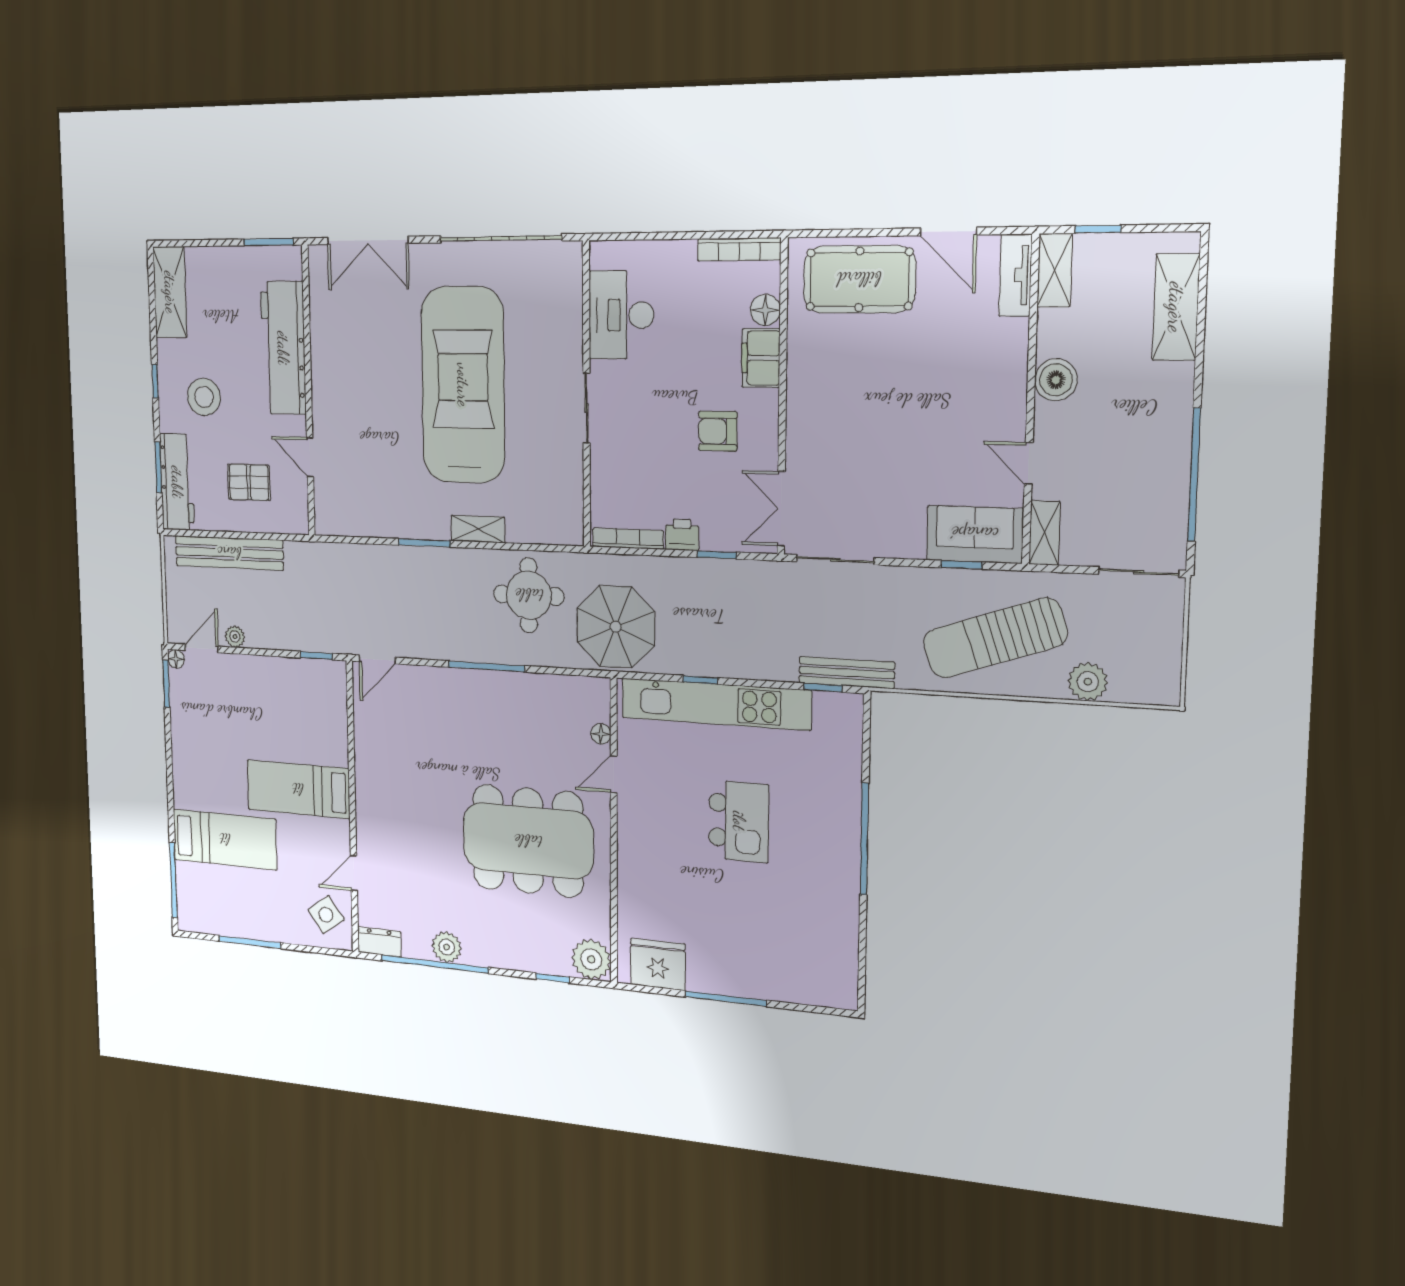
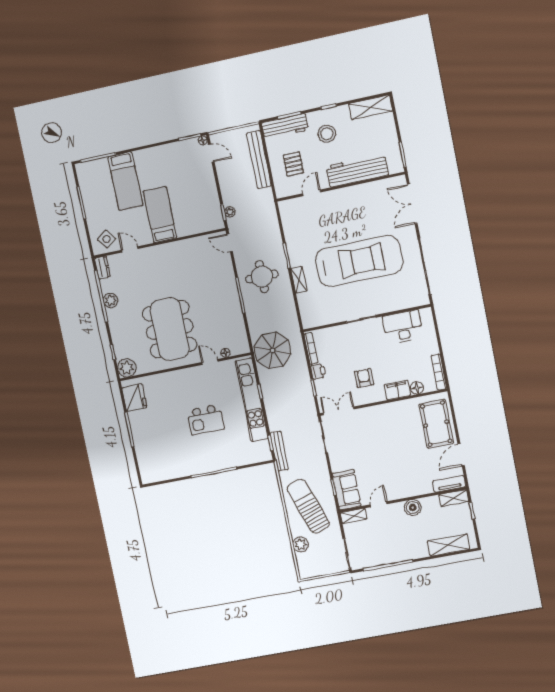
round table: (529, 595) -> (262, 277), moved
plant: (235, 637) -> (230, 212), moved

